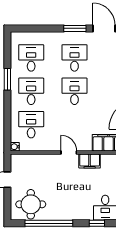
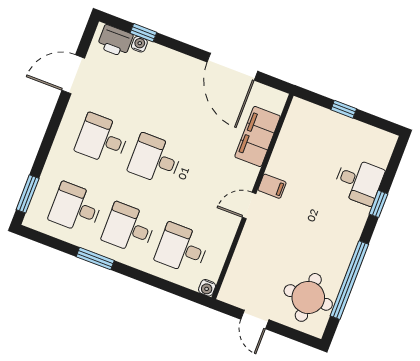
window: (75, 28) -> (28, 194), moved
filing cabinet: (90, 161) -> (272, 186), width x0.50

